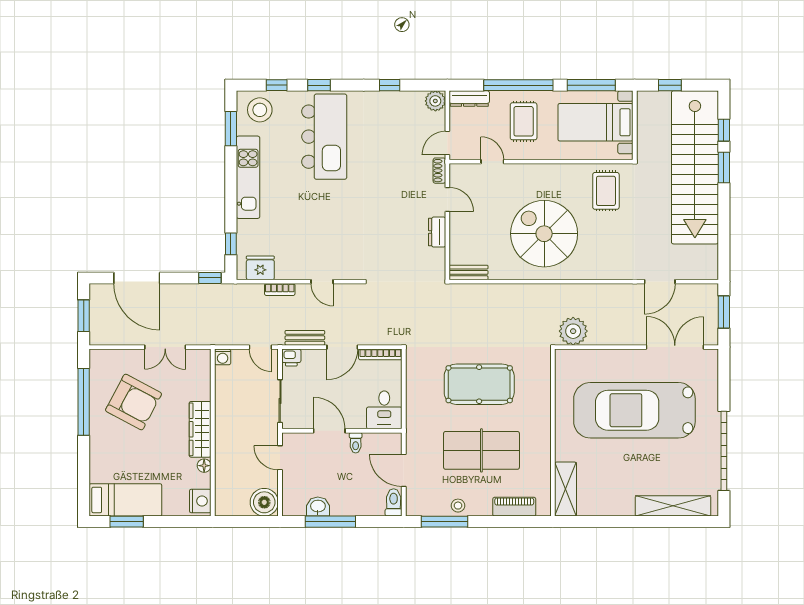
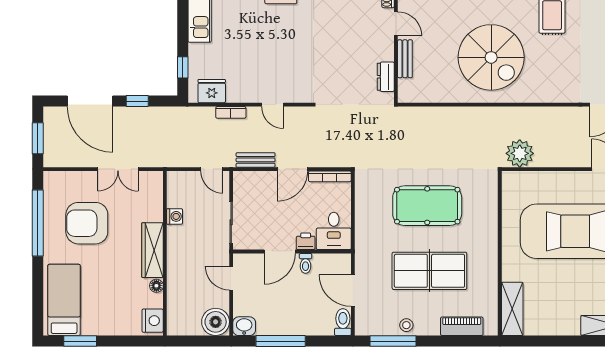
dresser: (437, 232) -> (386, 77), moved
spiral stairs: (544, 234) -> (491, 57), turned 180
bench: (469, 272) -> (405, 59), moved, turned 90
window: (210, 278) -> (137, 101), moved
washing machine: (223, 357) -> (175, 216), moved, turned -90
printer: (291, 358) -> (306, 241), moved, turned 180
armchair: (133, 402) -> (87, 223), turned 152
door: (329, 431) -> (280, 251), swing flipped
bed: (125, 500) -> (64, 300), moved, turned -90
washbasin: (318, 507) -> (244, 326), moved

